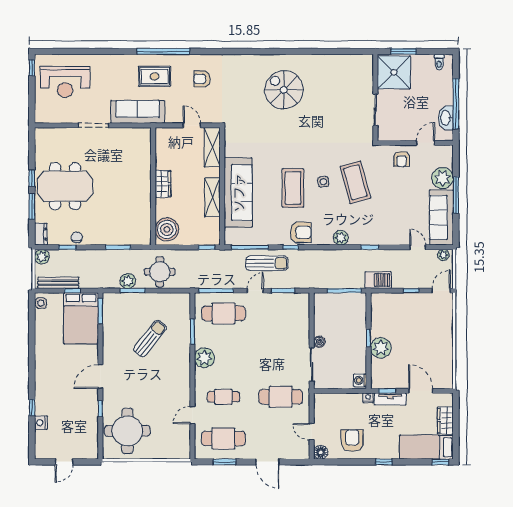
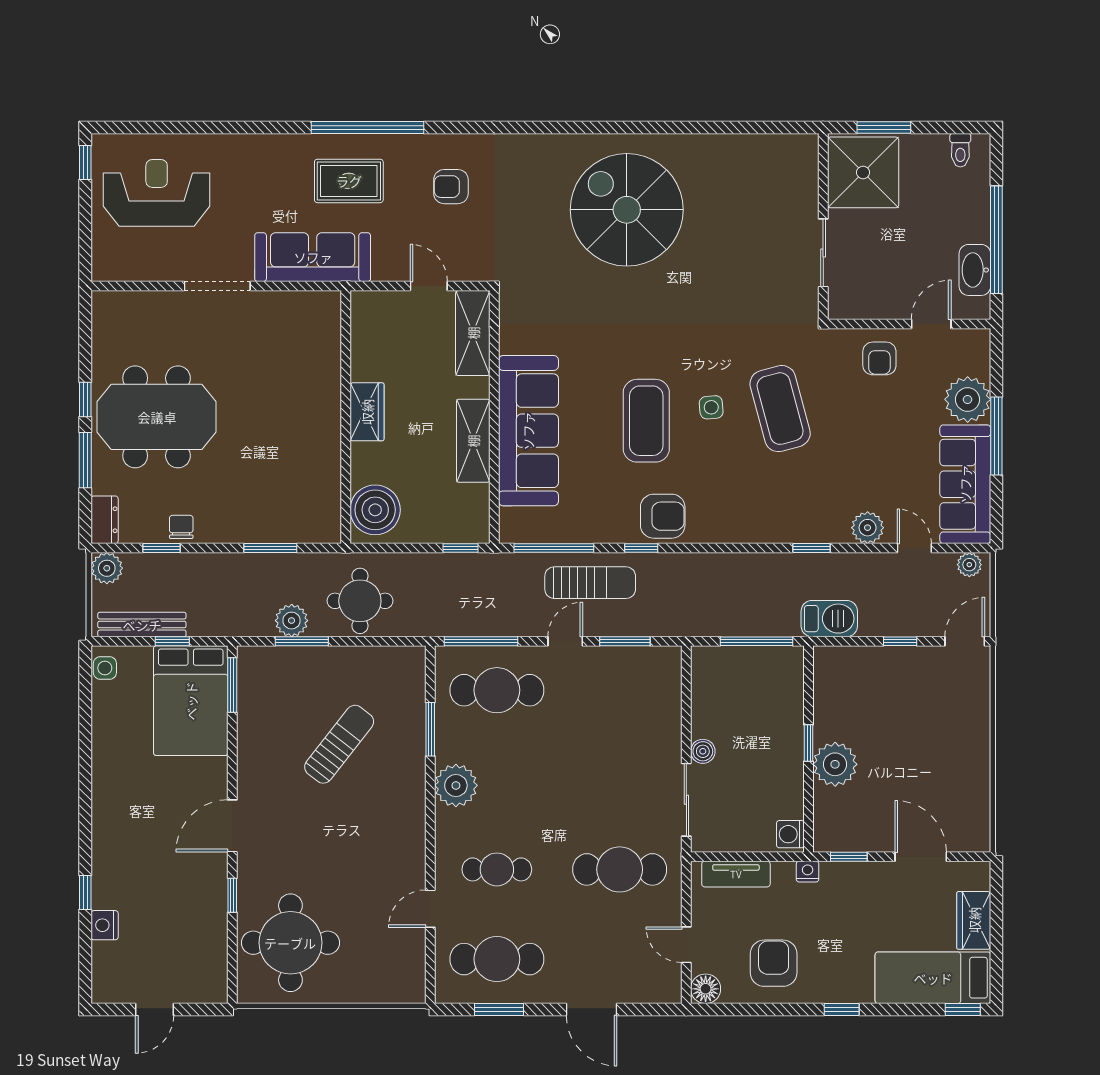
reception desk: (65, 82) -> (157, 193), turned 180
spiral stairs: (284, 90) -> (627, 210), width x1.37, depth x1.37
plant: (341, 238) -> (868, 528), moved
tv unit: (390, 399) -> (736, 874), moved

